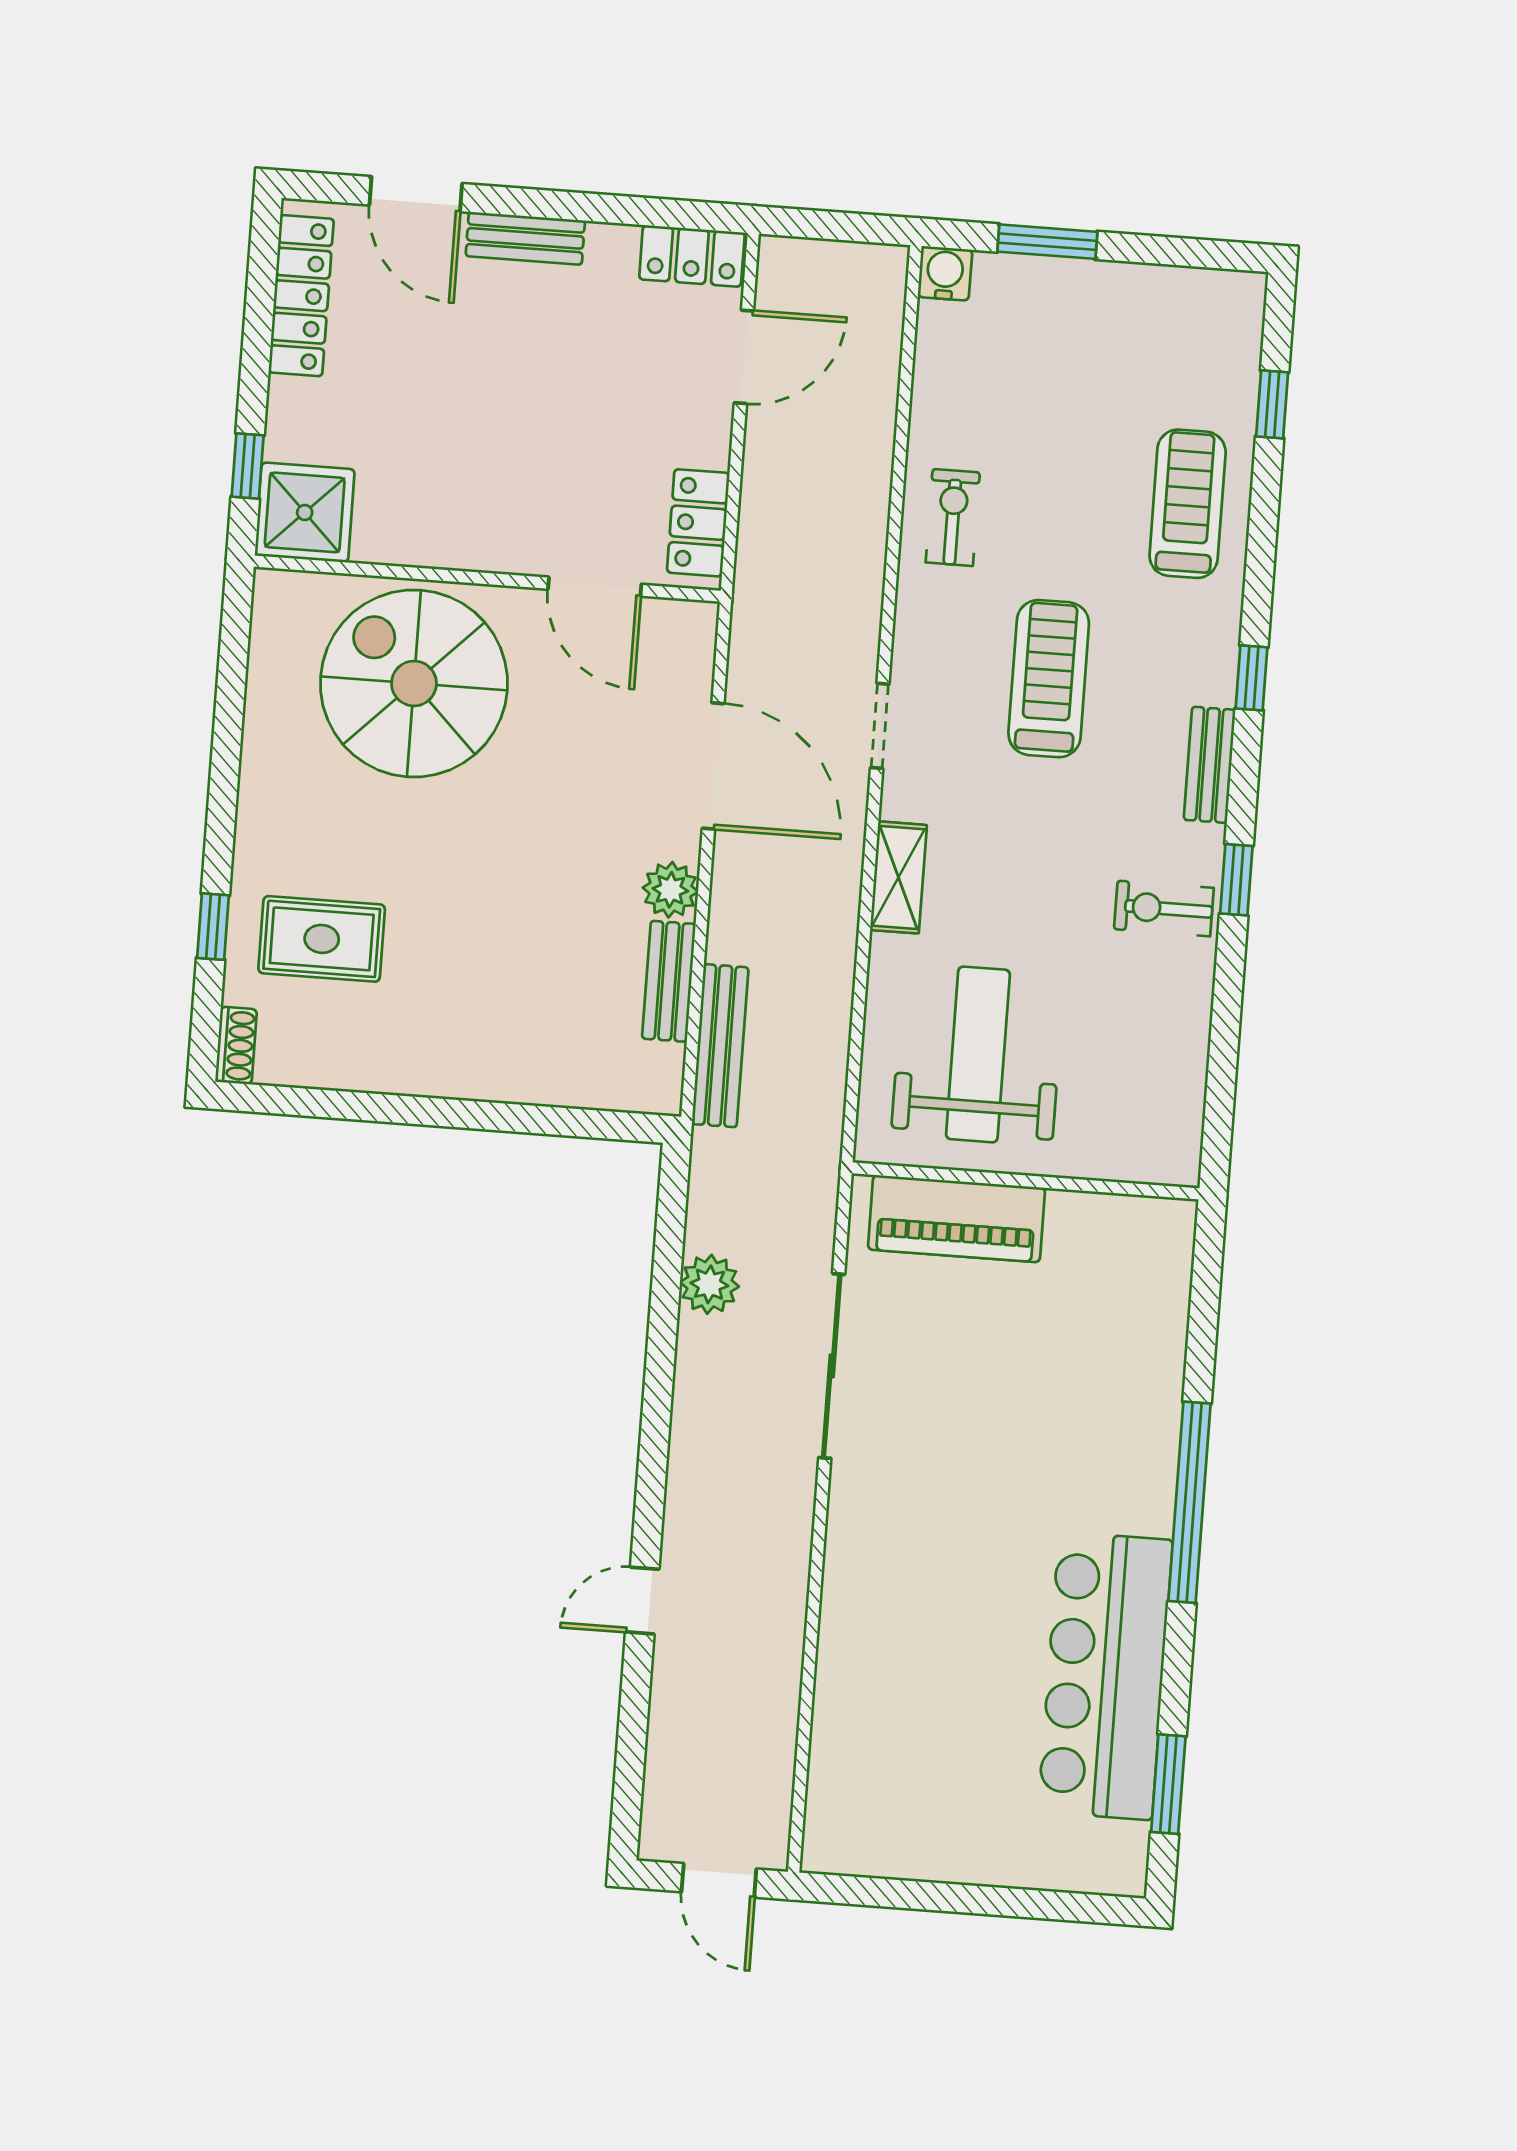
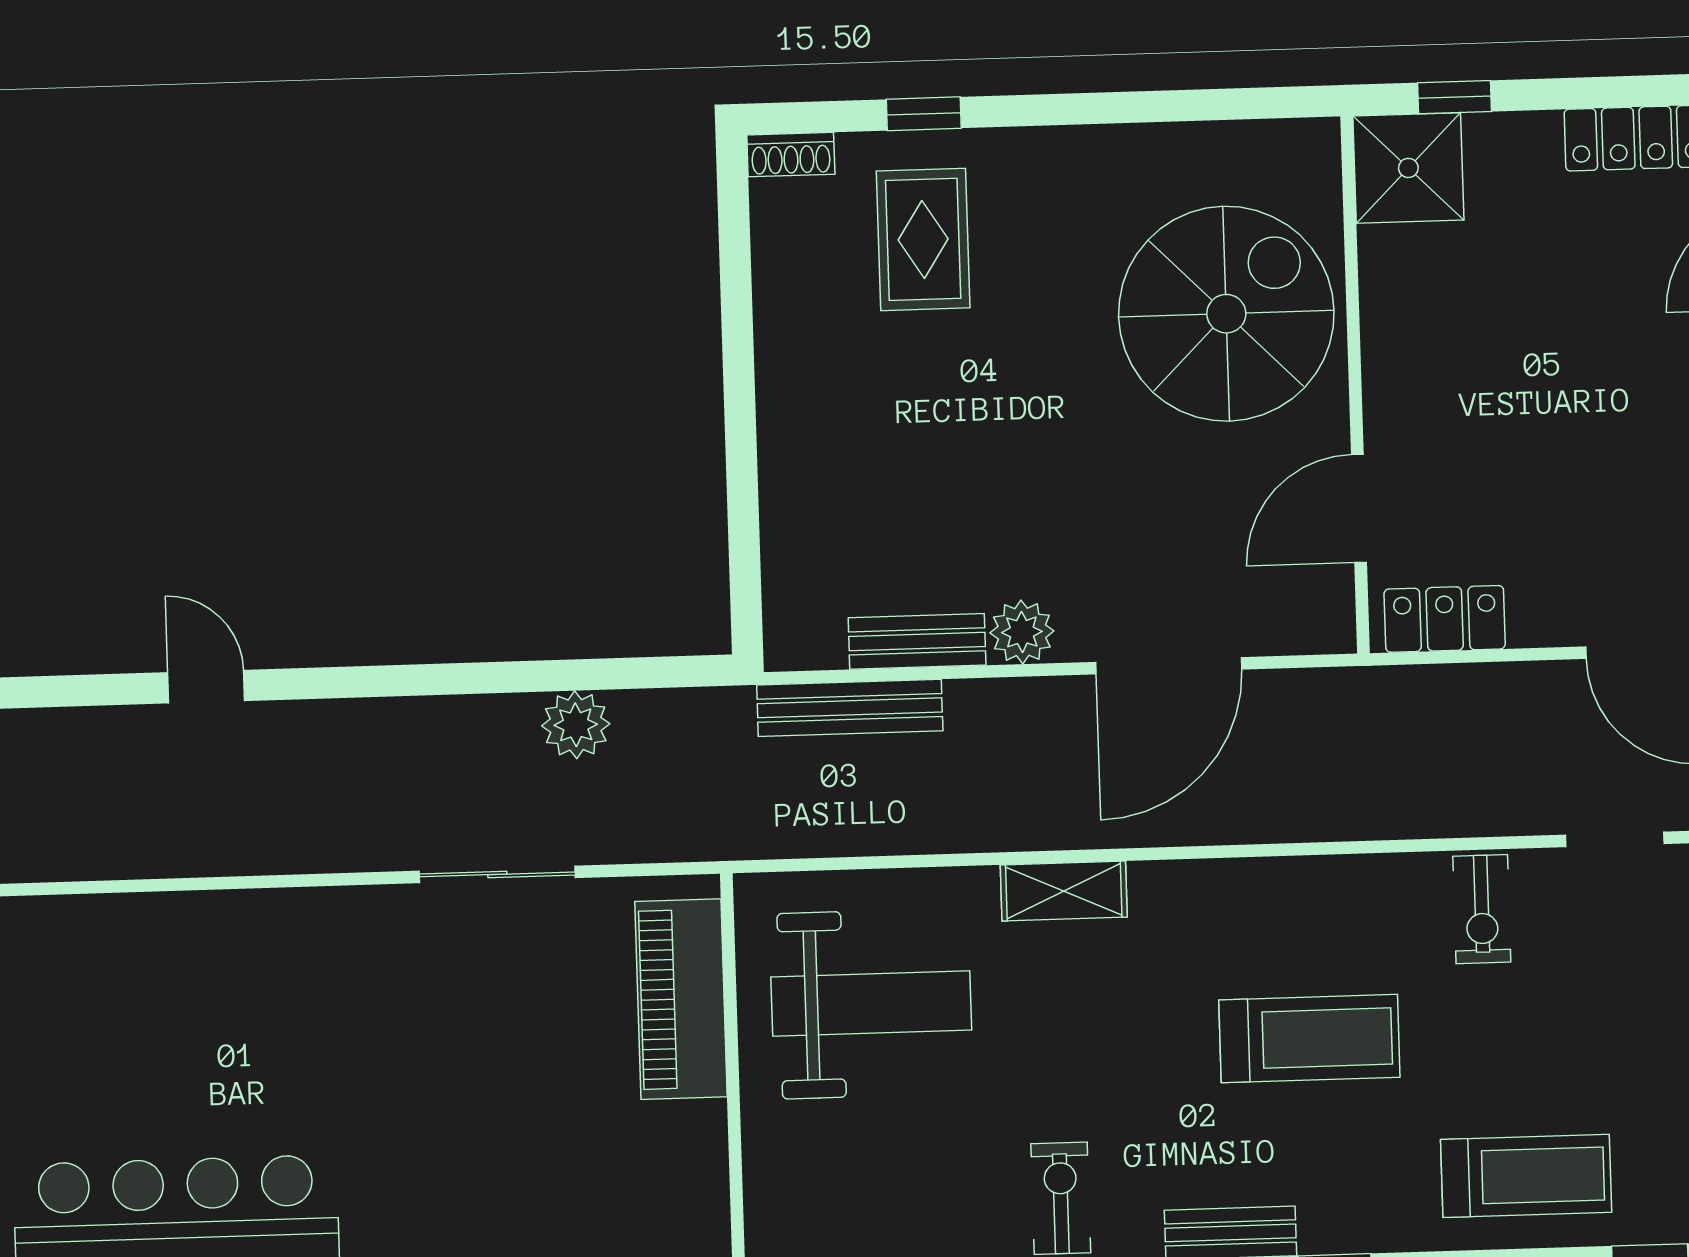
exercise bike: (953, 517) -> (1482, 909), turned 90
doorway: (880, 726) -> (1615, 839), moved
sliding door: (832, 1366) -> (497, 874), width x0.73

